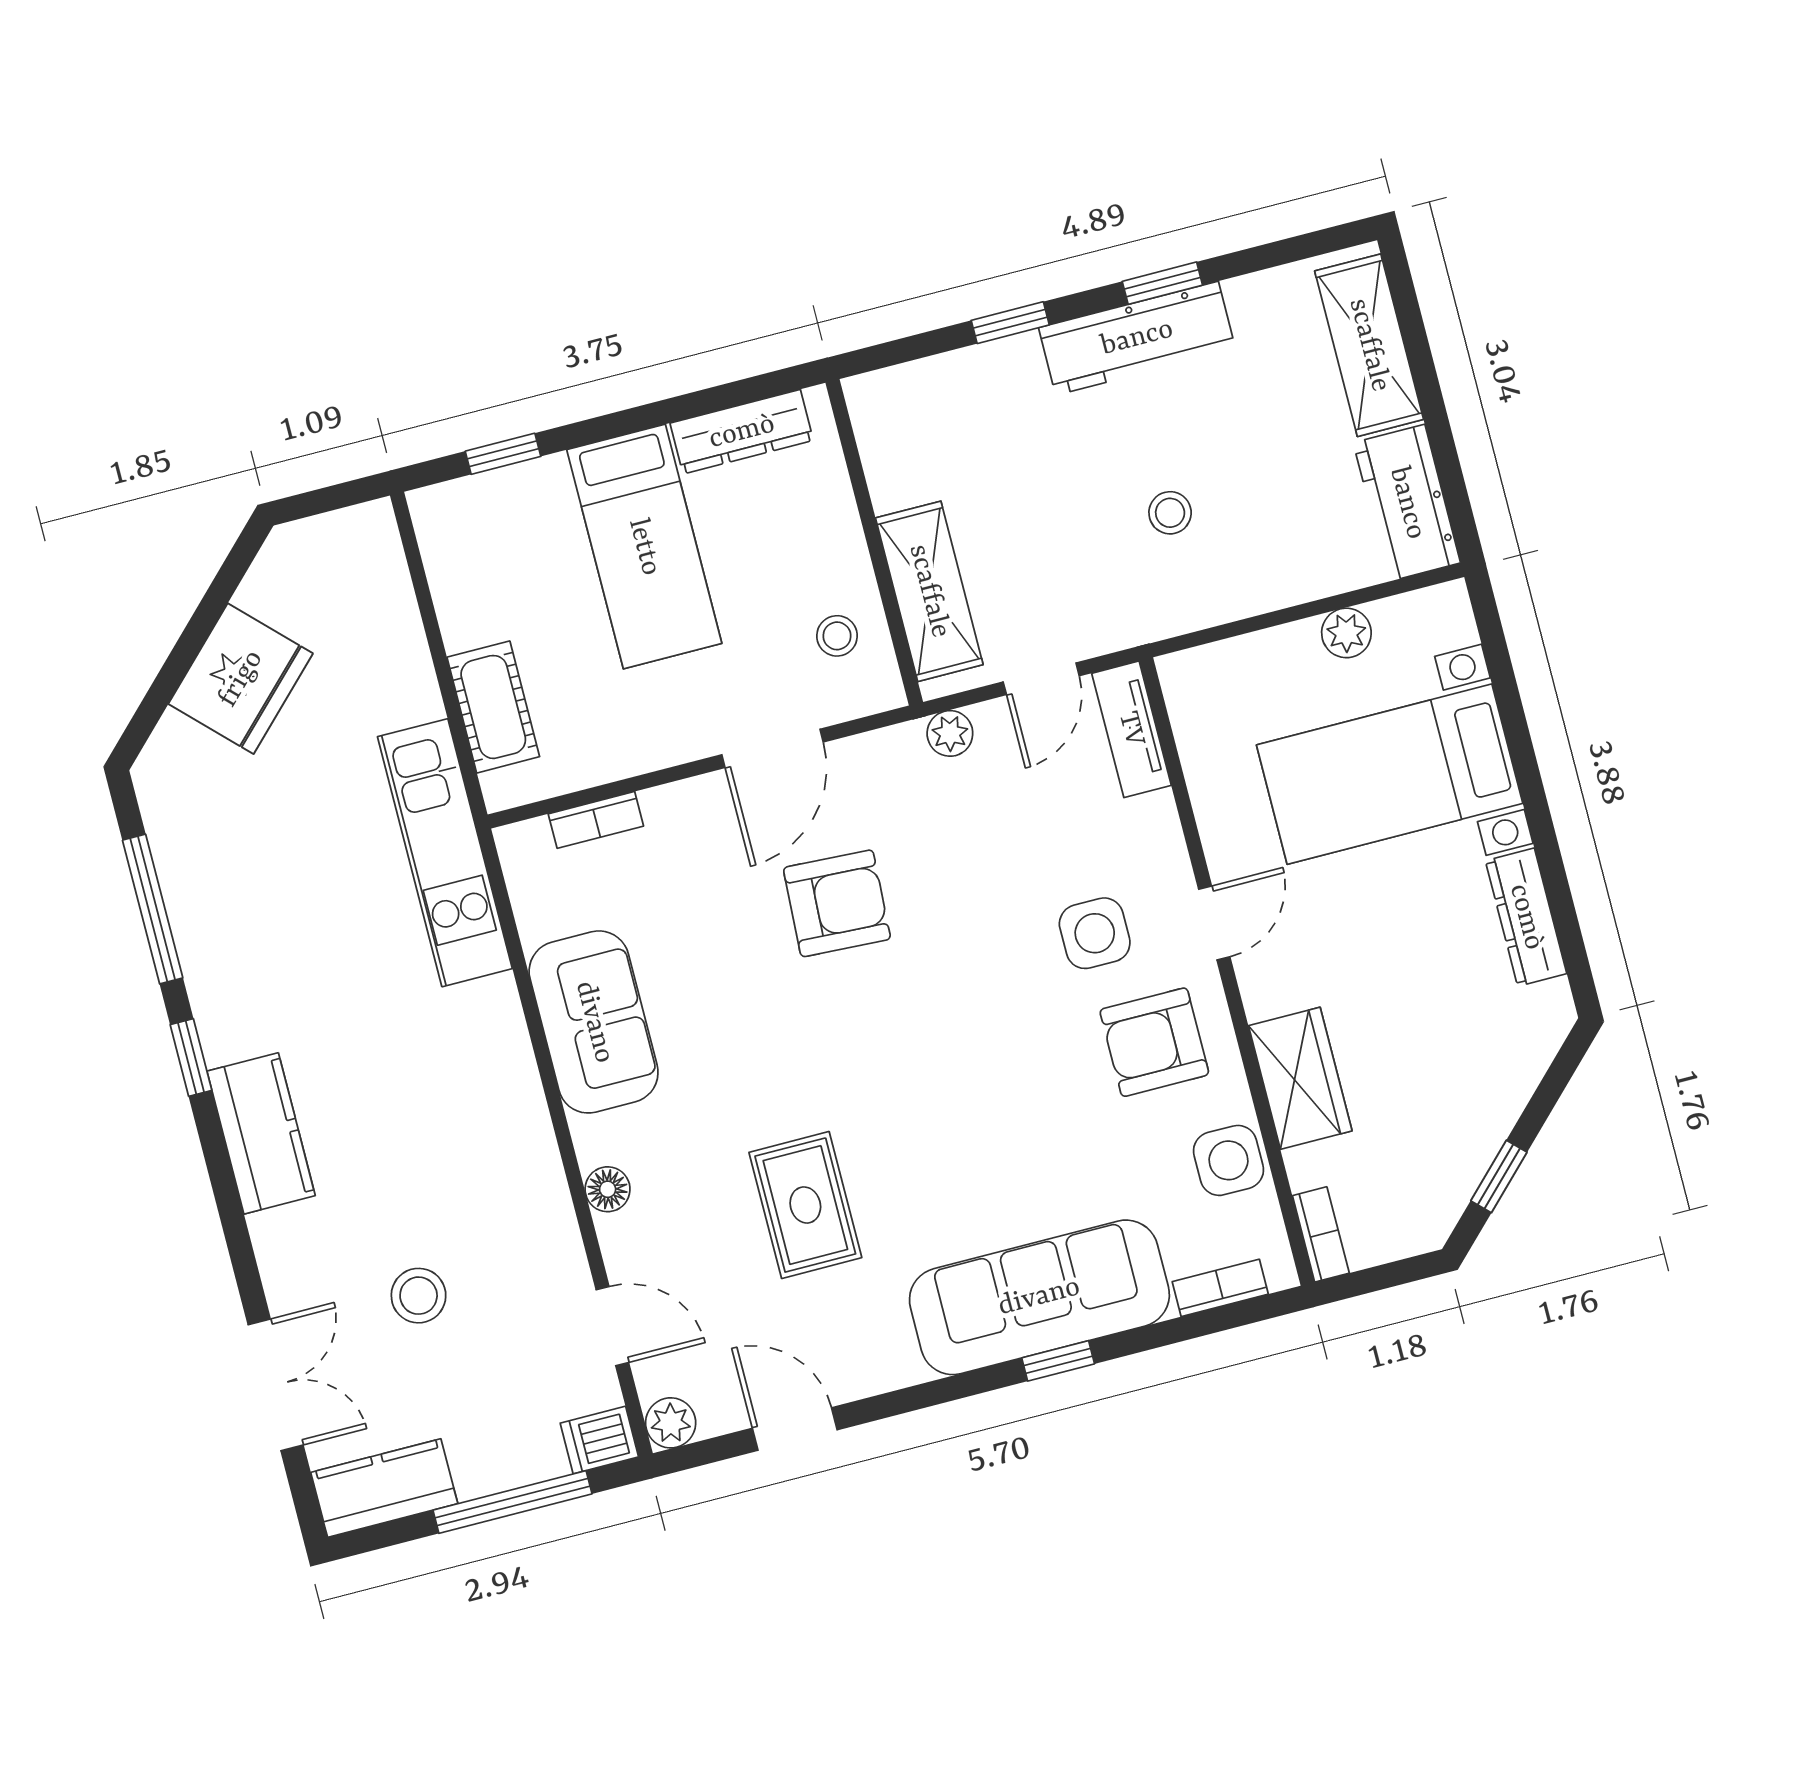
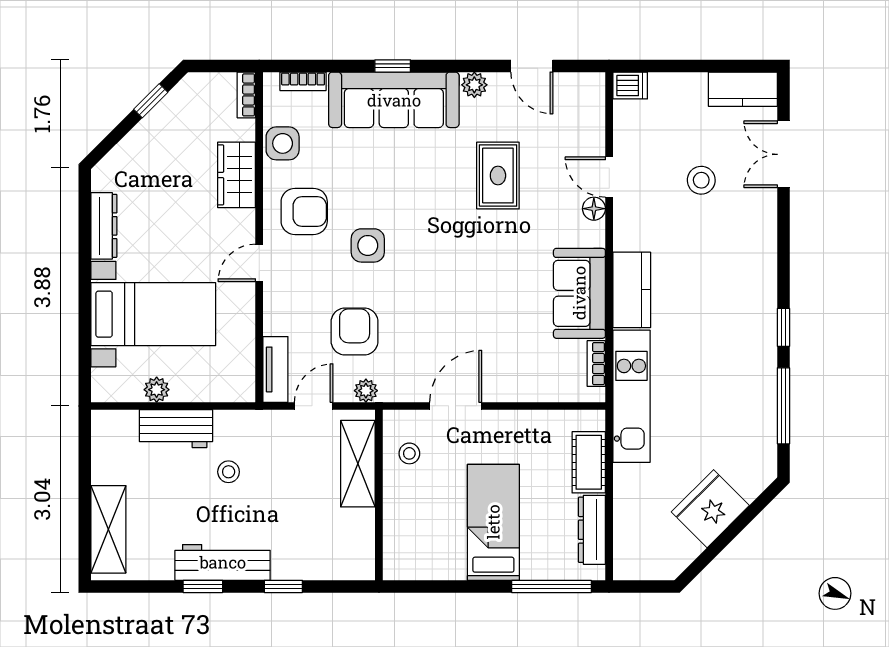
dresser: (742, 432) -> (592, 530), moved, turned -90
window: (503, 454) -> (552, 586), width x2.17
workbench: (1407, 503) -> (176, 429), moved, turned 90
bookcase: (596, 820) -> (596, 364), moved, turned -90
armchair: (837, 903) -> (355, 332), moved, turned 87
side table: (1095, 933) -> (368, 245), moved
kitchen counter: (261, 1133) -> (632, 290), moved, turned 180
door: (612, 1326) -> (609, 177), moved
plant: (671, 1423) -> (474, 85), moved
window: (512, 1502) -> (681, 66), removed

